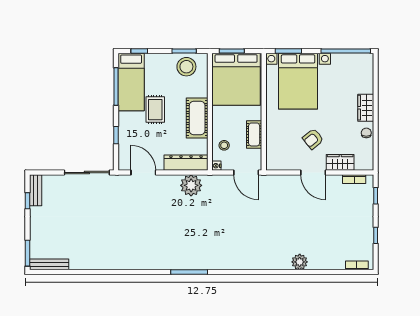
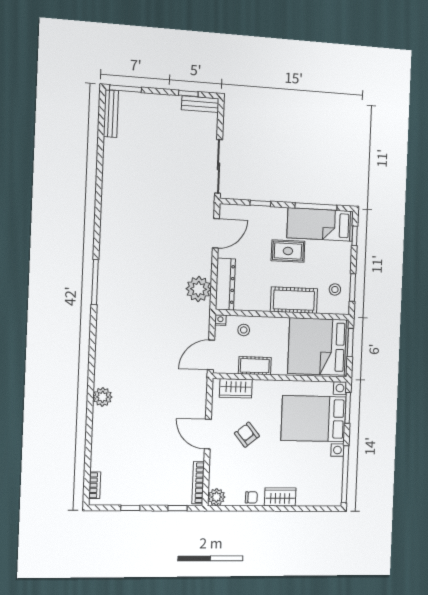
stool: (186, 67) -> (335, 289), width x0.53, depth x0.53
cot: (197, 118) -> (294, 300), moved
wardrobe: (340, 162) -> (236, 388), moved, turned 90
plant: (366, 163) -> (216, 497), added
door: (313, 173) -> (208, 434), hinge flipped
bookcase: (354, 179) -> (198, 483), width x1.56
plant: (300, 262) -> (103, 397), moved

